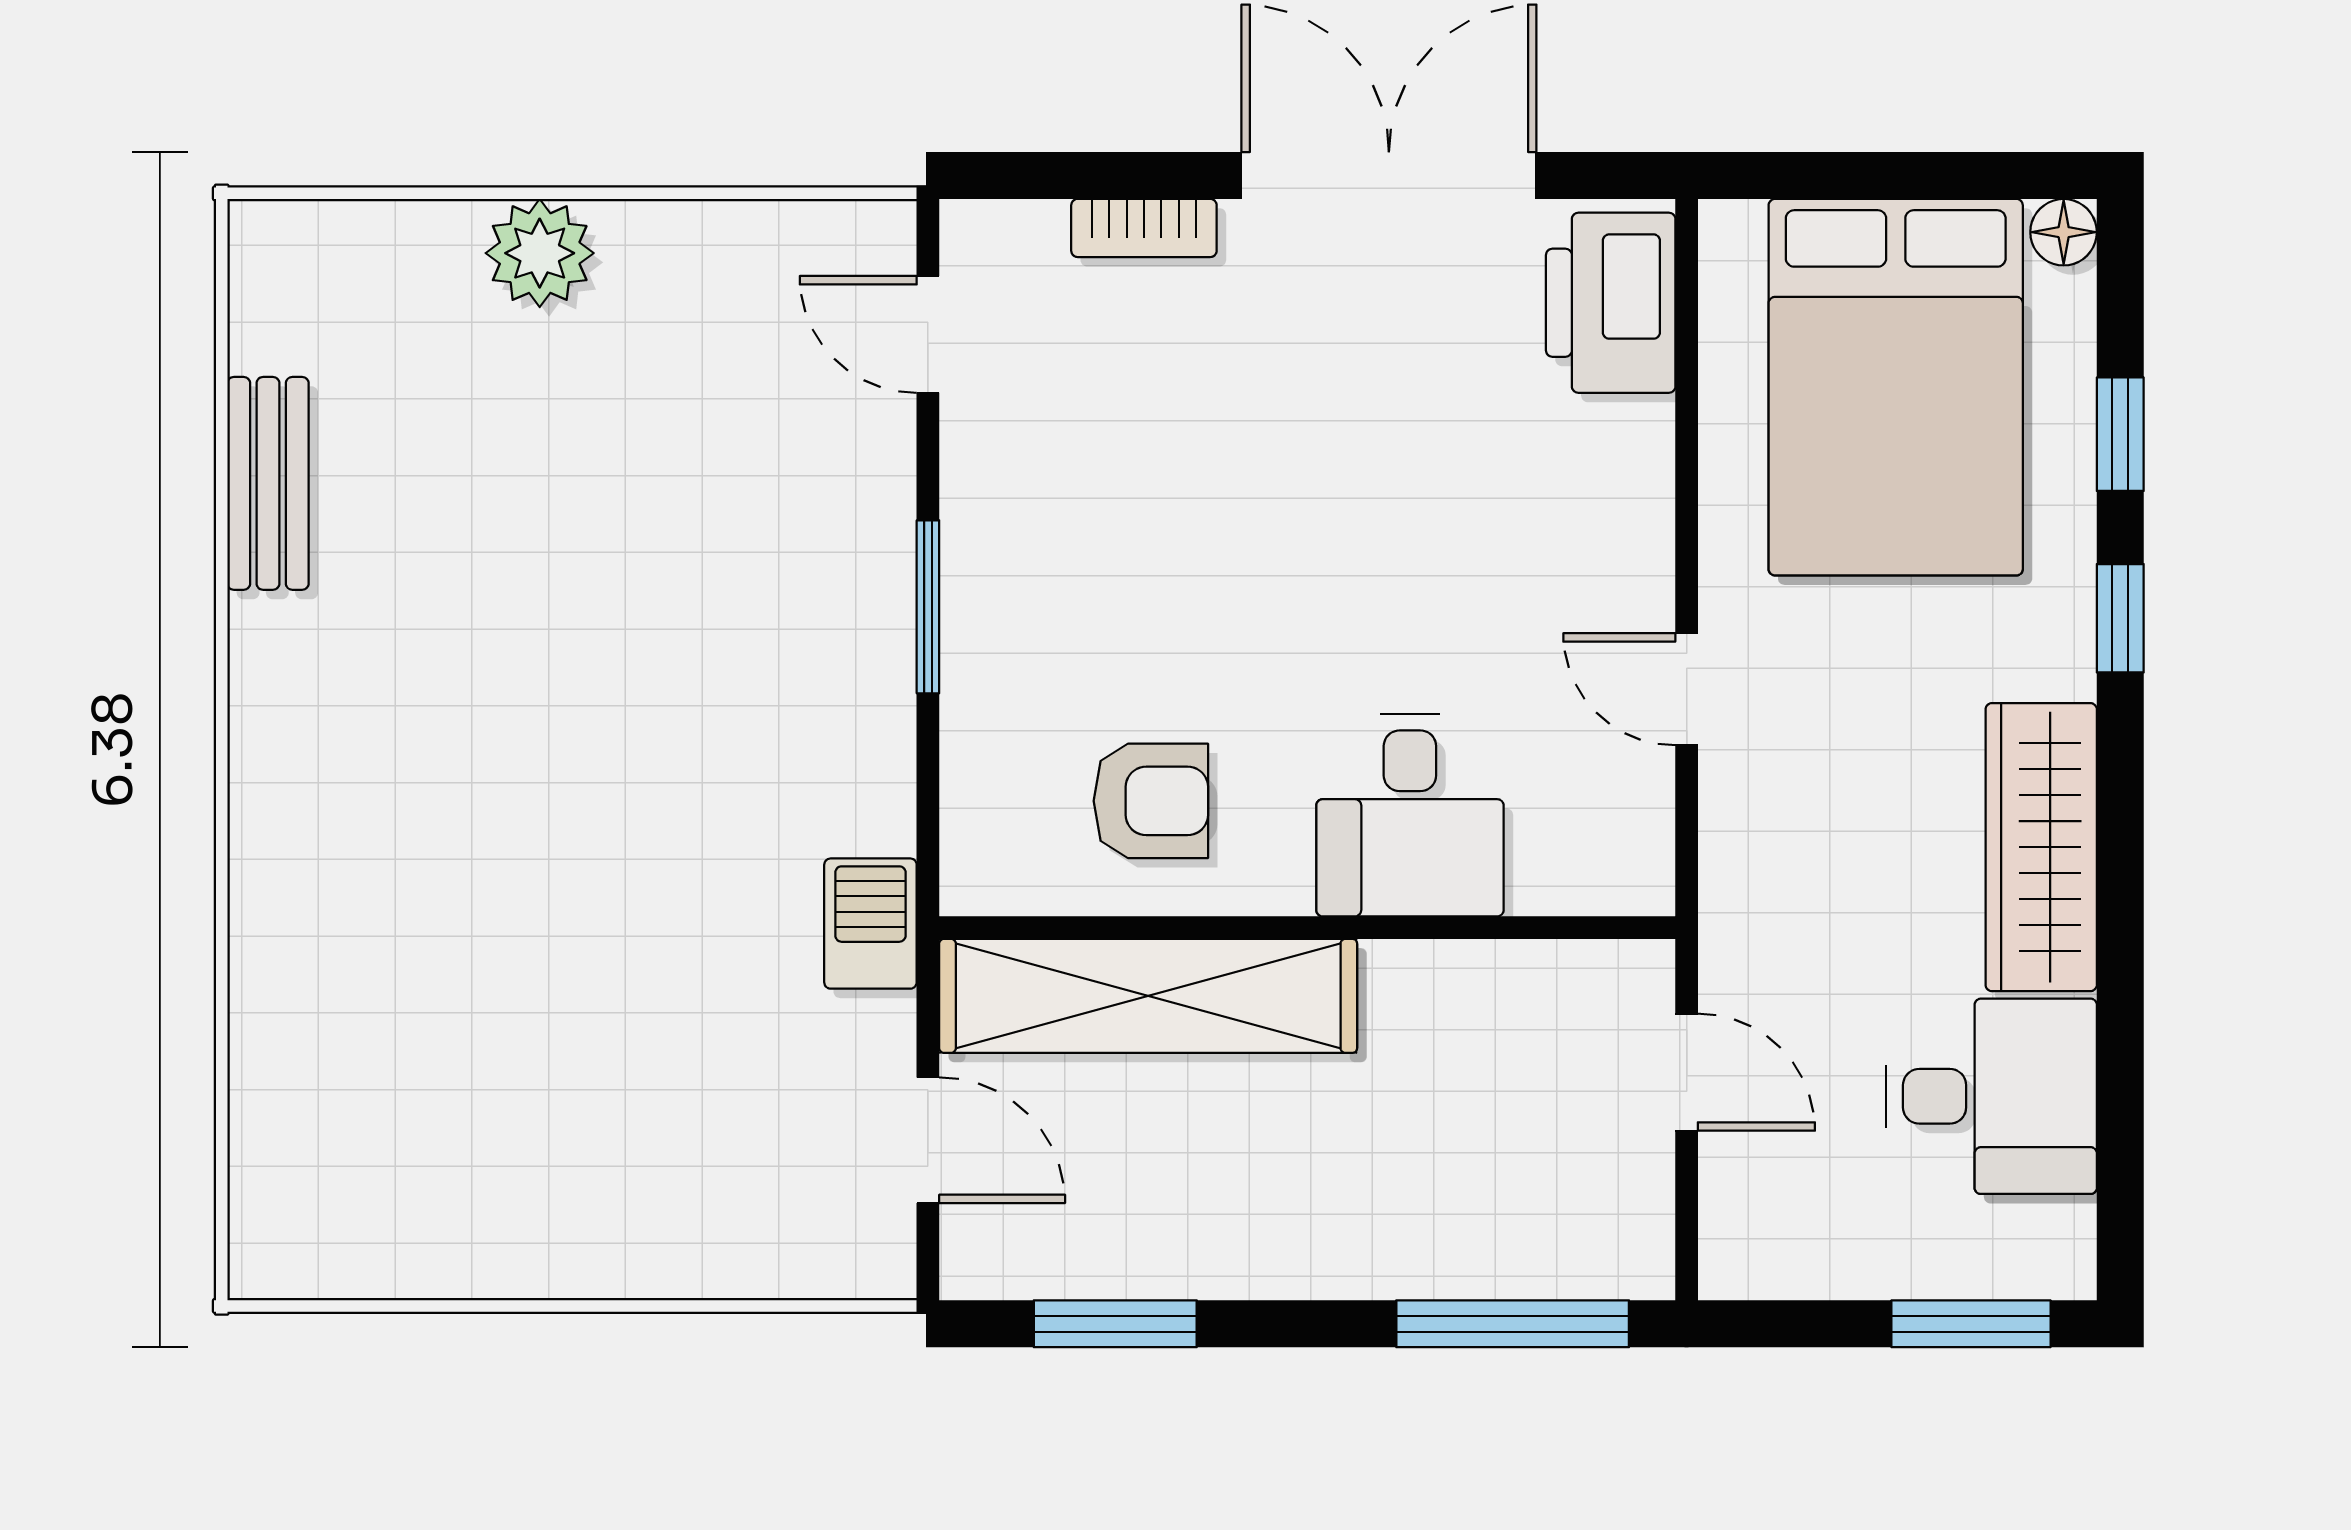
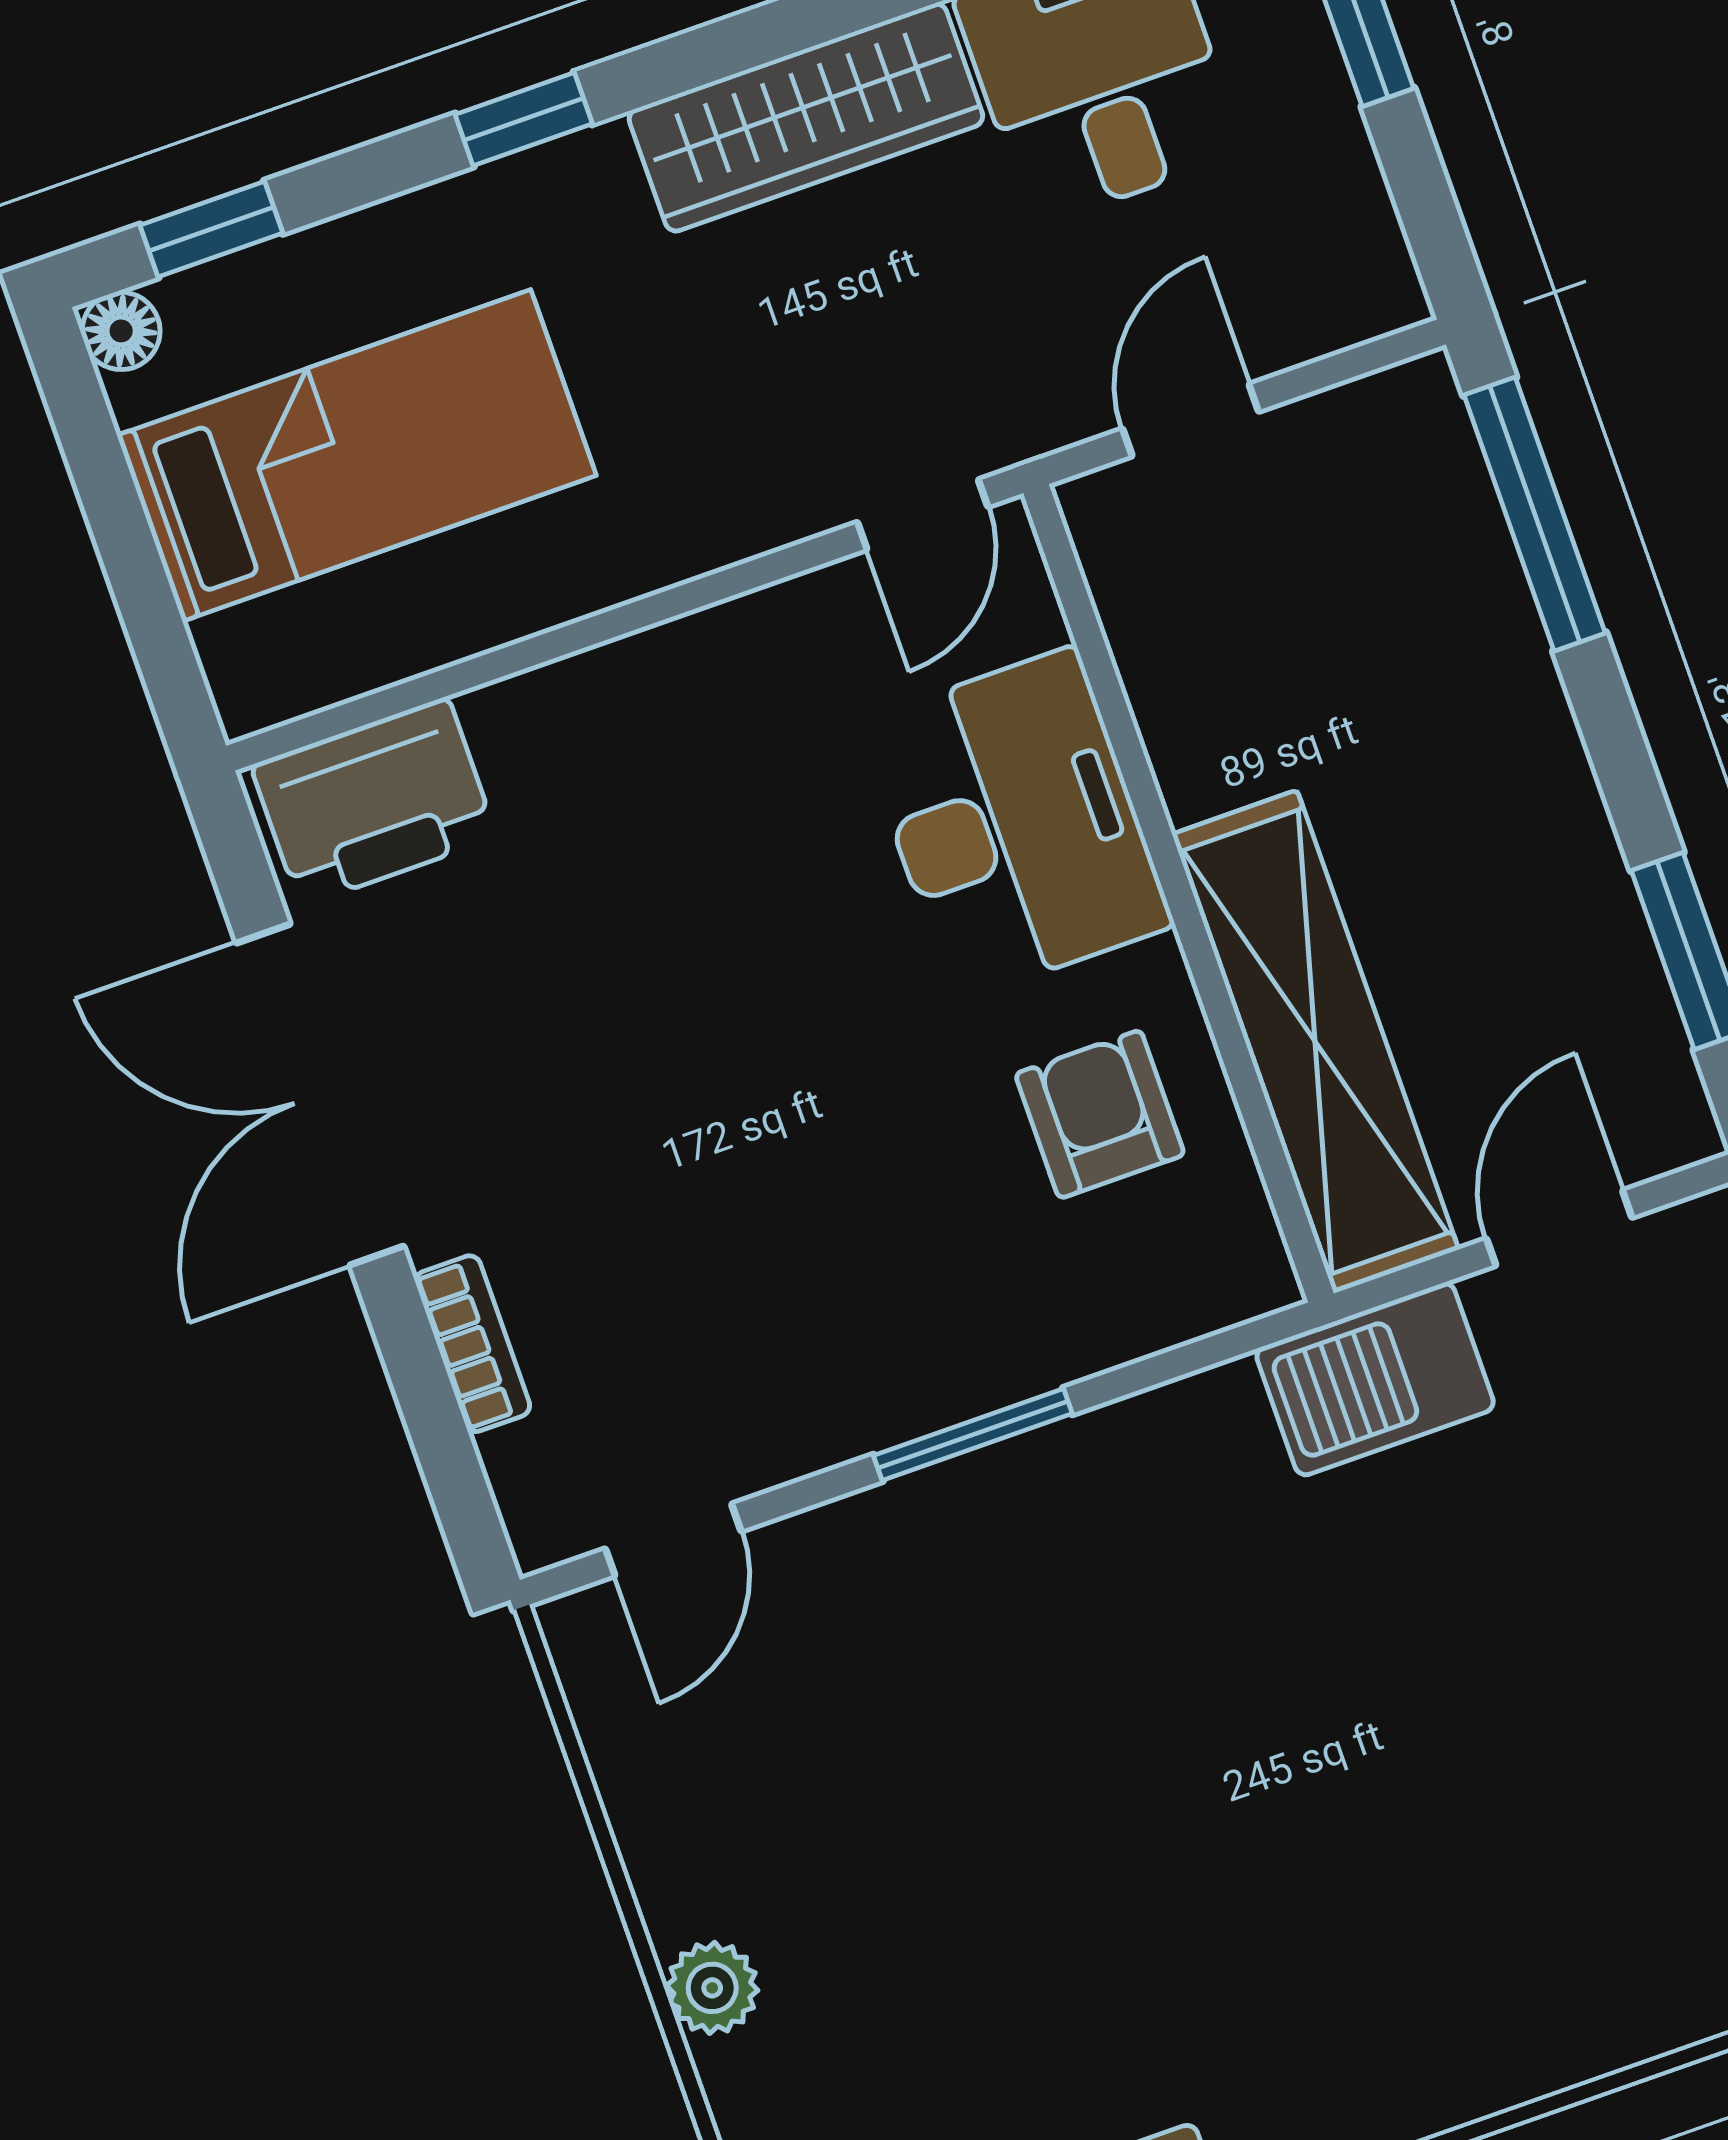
plant: (540, 253) -> (712, 1988), width x0.73, depth x0.73
bed: (1896, 387) -> (357, 455), width x0.67
window: (2120, 434) -> (211, 229), moved
door: (1687, 689) -> (923, 515), moved
desk: (1410, 815) -> (1015, 824), width x1.37
barbecue: (870, 924) -> (1375, 1379), width x1.38, depth x1.27

